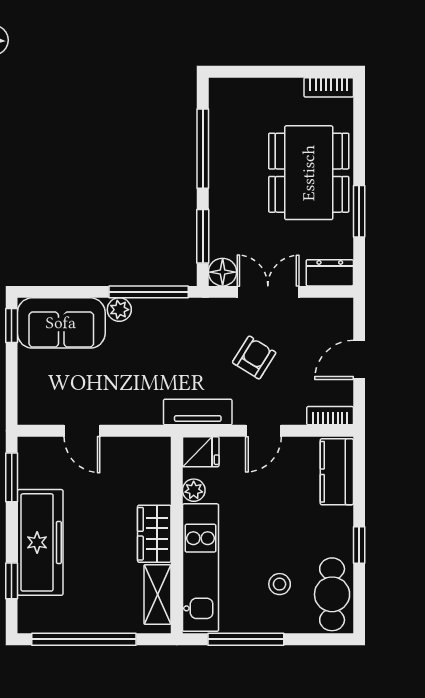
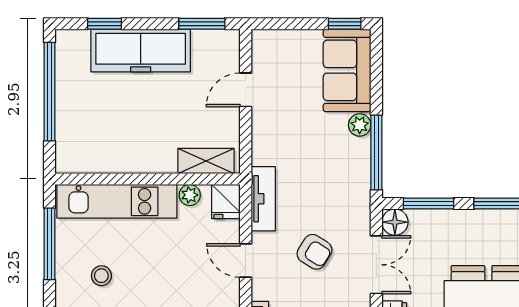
wardrobe: (154, 534) -> (149, 158), removed
shelving: (157, 594) -> (206, 161), moved

